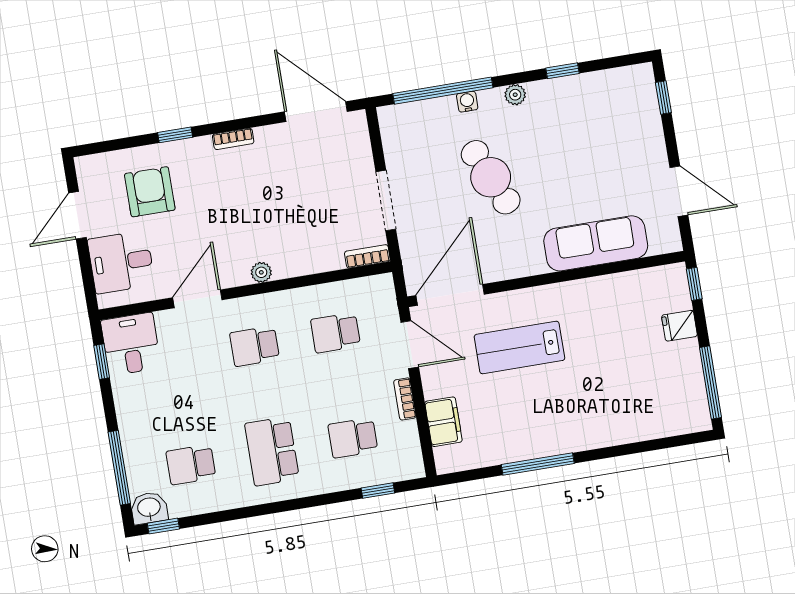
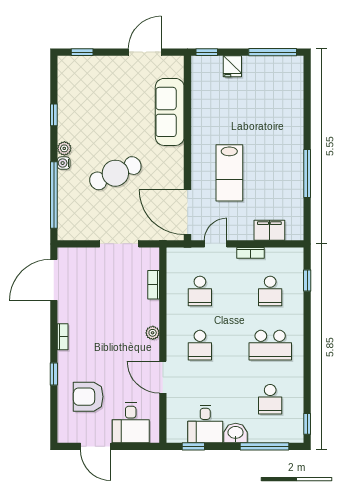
water cooler: (467, 102) -> (64, 163), moved
bookcase: (367, 256) -> (154, 285), moved
desk: (131, 344) -> (205, 424), moved, turned -90
door: (410, 345) -> (216, 244), width x0.73
washbasin: (149, 508) -> (236, 433), moved, turned 90

